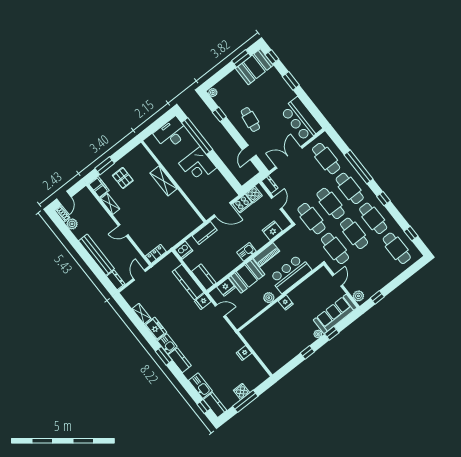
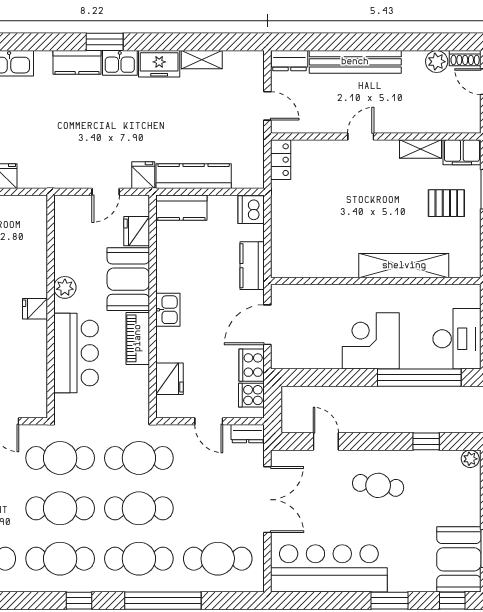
bar counter: (301, 119) -> (329, 568), width x1.36
shelving: (164, 181) -> (404, 266), width x1.47

